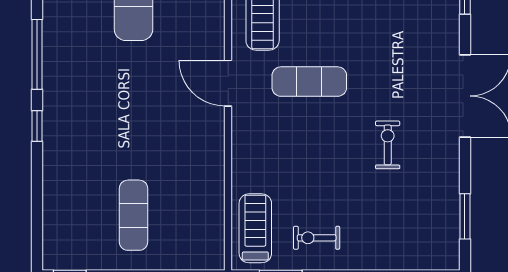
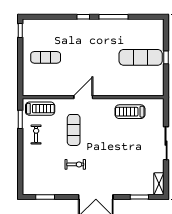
exercise mat: (309, 82) -> (74, 130), moved
door: (228, 83) -> (83, 97), moved

